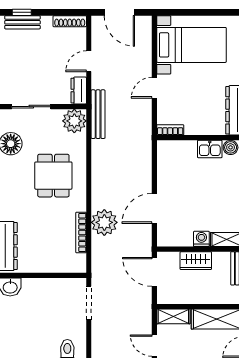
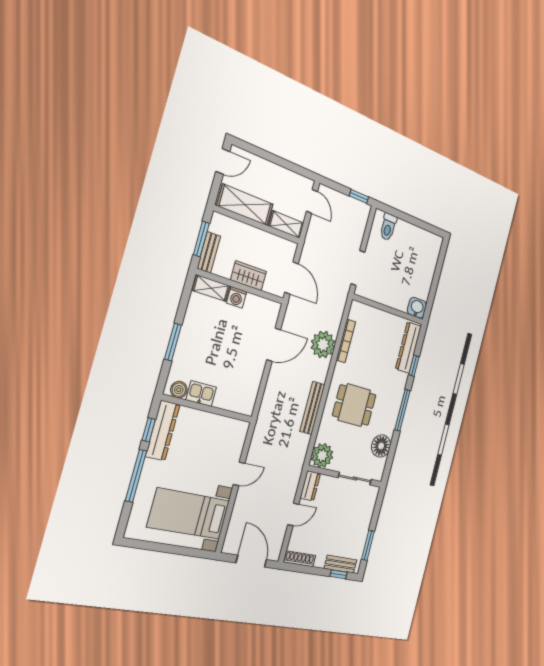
bench: (98, 114) -> (312, 408), moved
bookcase: (170, 130) -> (236, 425), removed
dining table: (53, 176) -> (354, 405), turned 90

